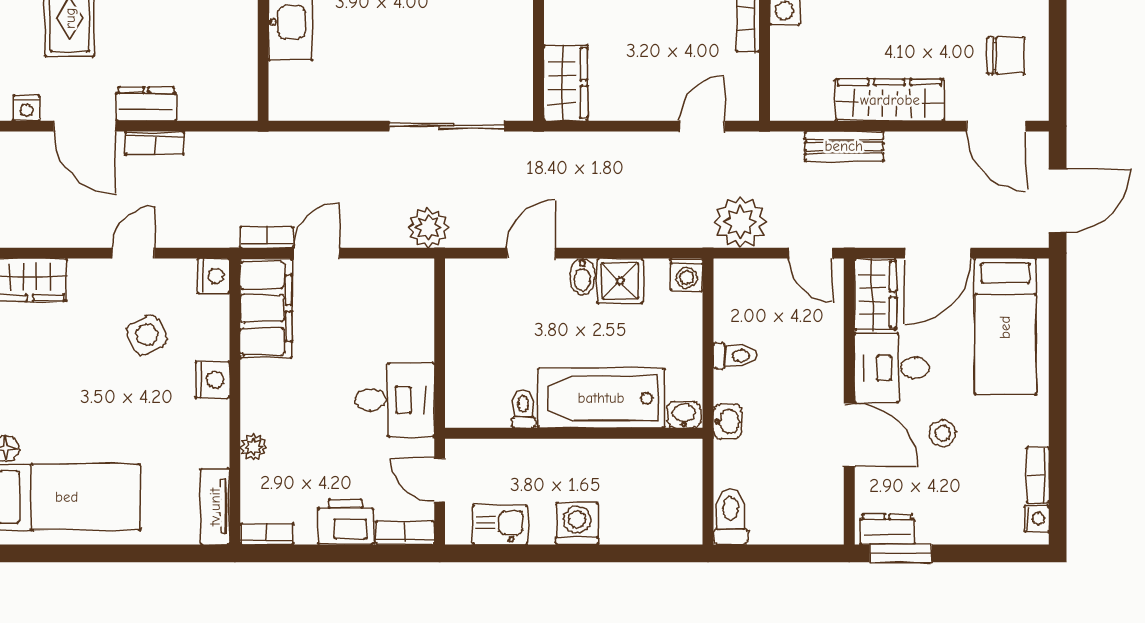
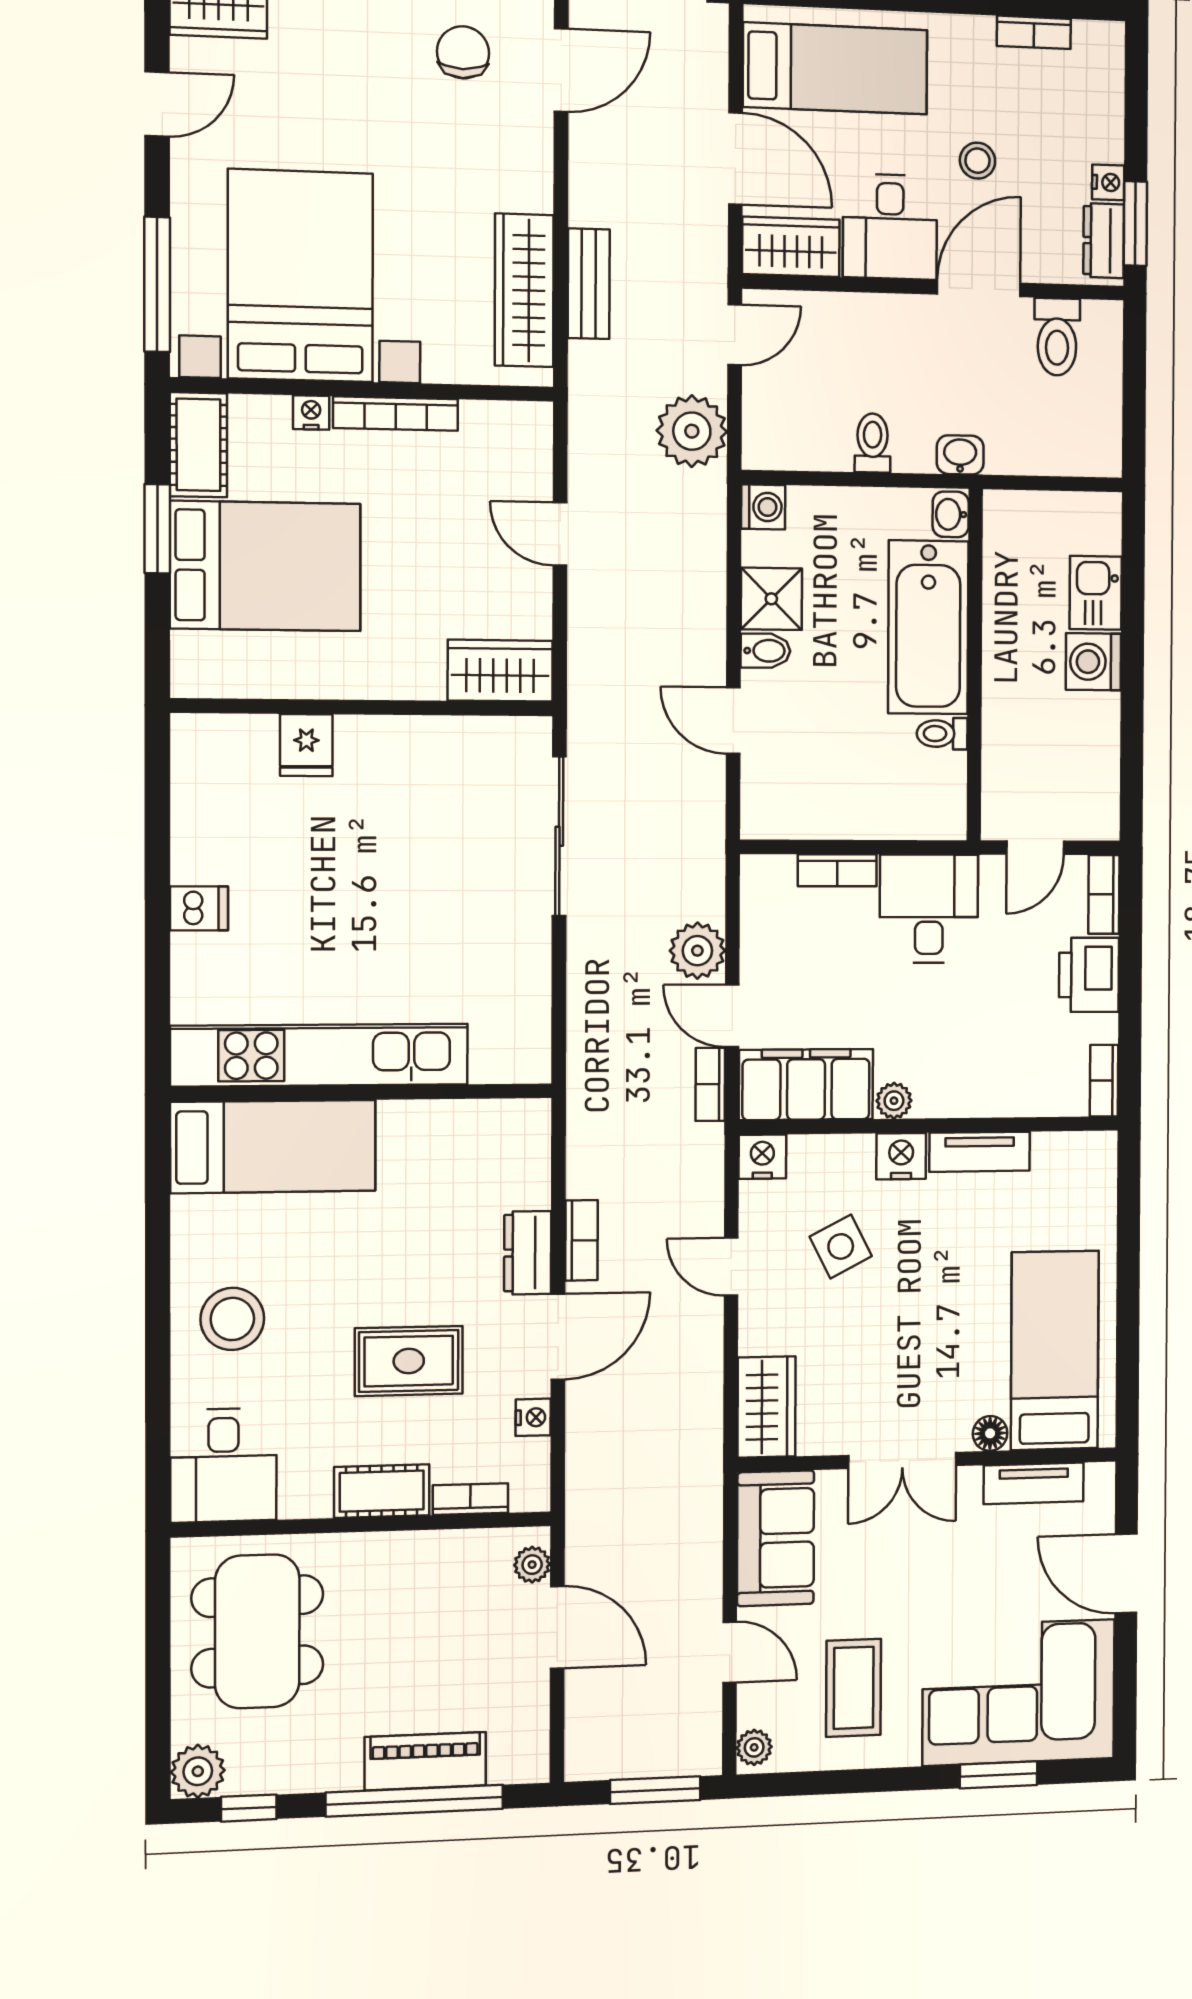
wardrobe: (890, 100) -> (524, 290), moved
door: (702, 126) -> (560, 534), moved
plant: (428, 227) -> (697, 951), moved
bookcase: (423, 331) -> (837, 870), added
plant: (253, 447) -> (894, 1101), moved
tv unit: (215, 507) -> (980, 1152), moved
toilet: (731, 516) -> (1057, 337), moved, turned -90
nightstand: (1037, 519) -> (1108, 182), moved, turned 90
kitchen sink: (500, 525) -> (1096, 593), moved

